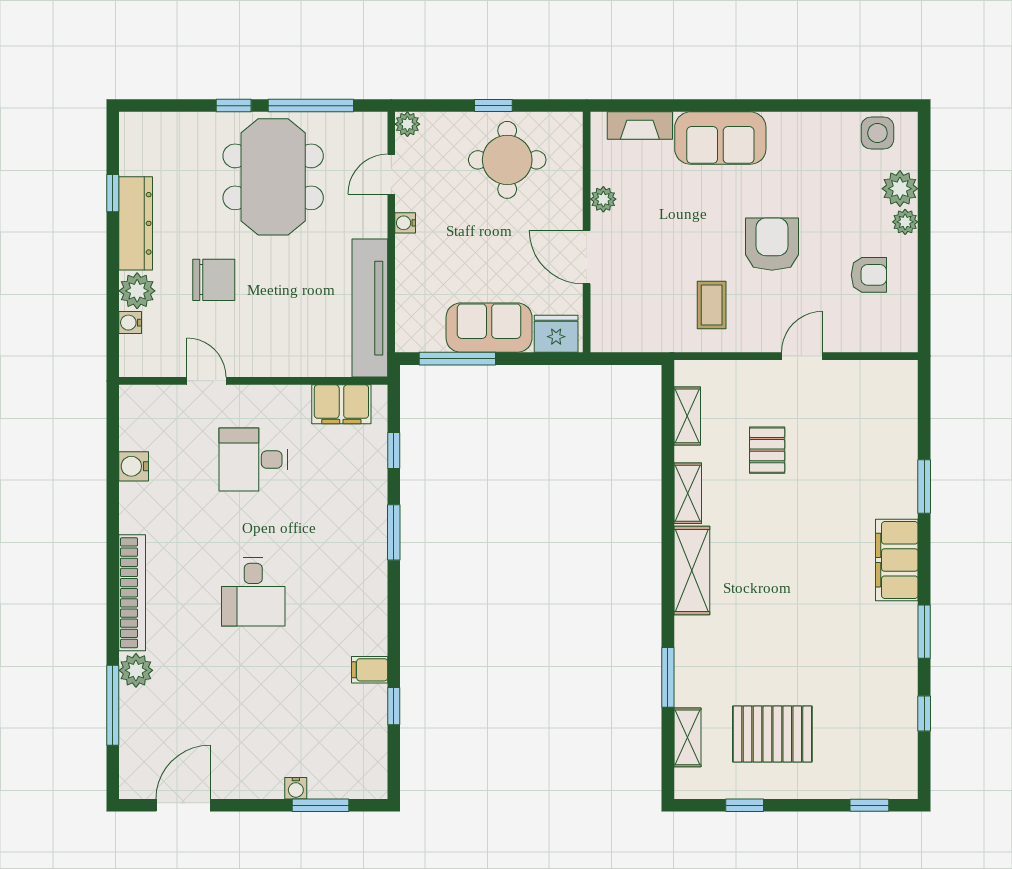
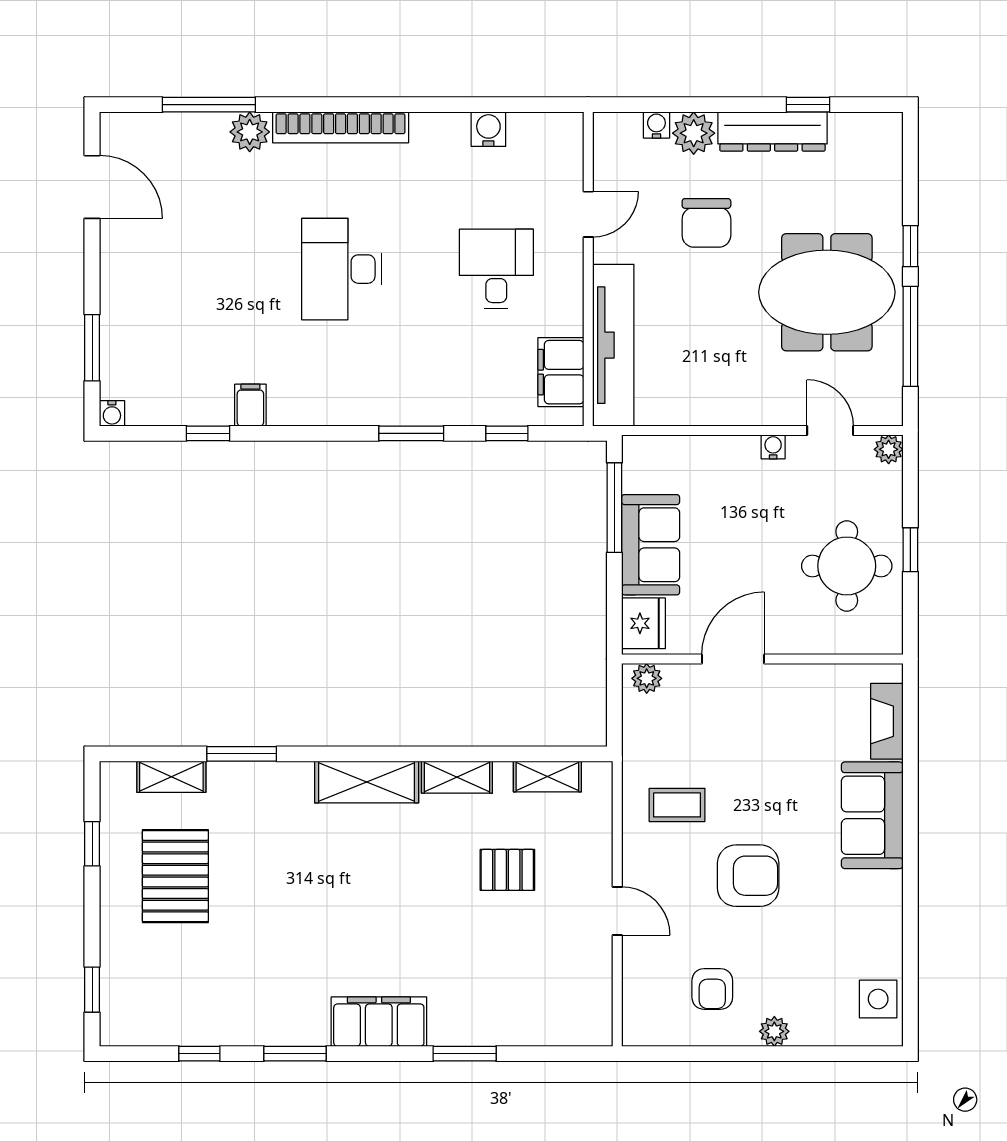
plant: (900, 189) -> (813, 1025), removed
plant: (603, 199) -> (647, 678), moved
tv unit: (370, 308) -> (613, 345), moved, turned 90
desk: (253, 592) -> (342, 269), width x1.37
water cooler: (296, 788) -> (112, 413), moved, turned -90

